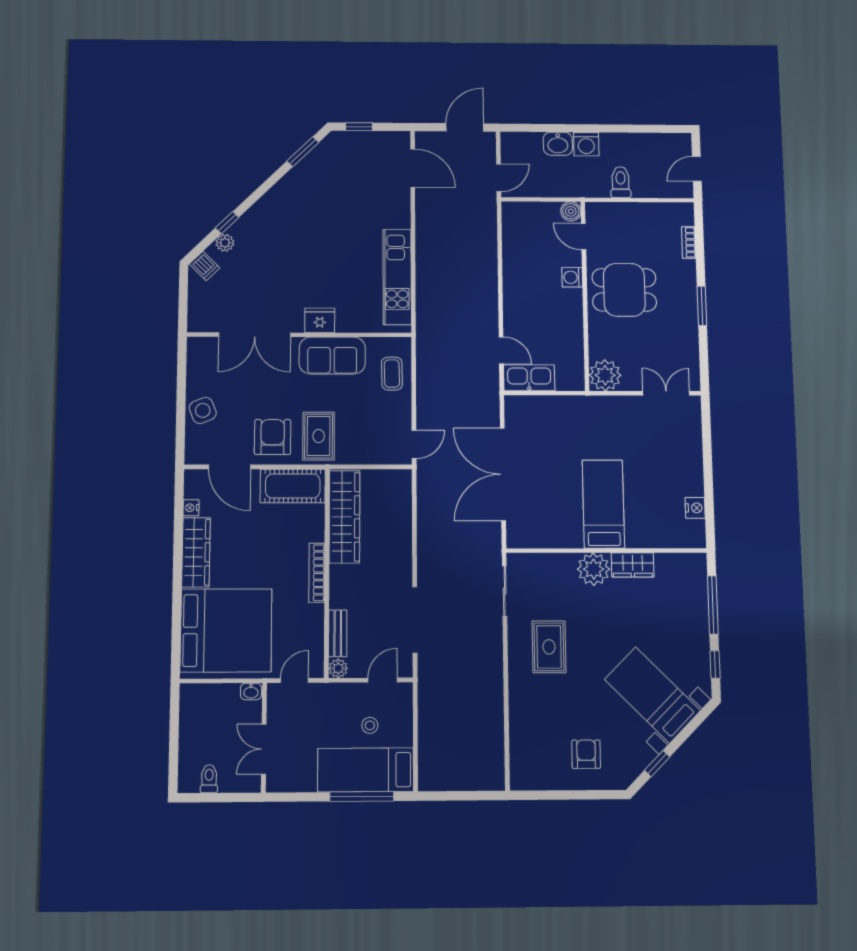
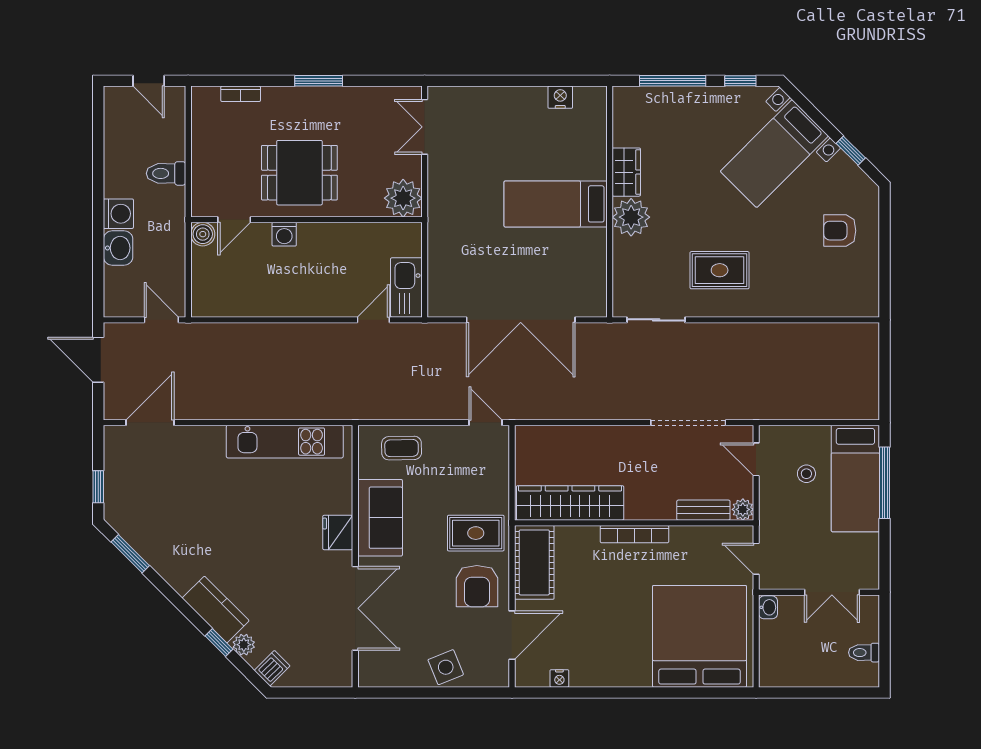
kitchen counter: (255, 220) -> (216, 609), added
dining table: (624, 290) -> (299, 173), turned 90
armchair: (273, 437) -> (477, 586), turned -90
wardrobe: (196, 552) -> (611, 672), removed

